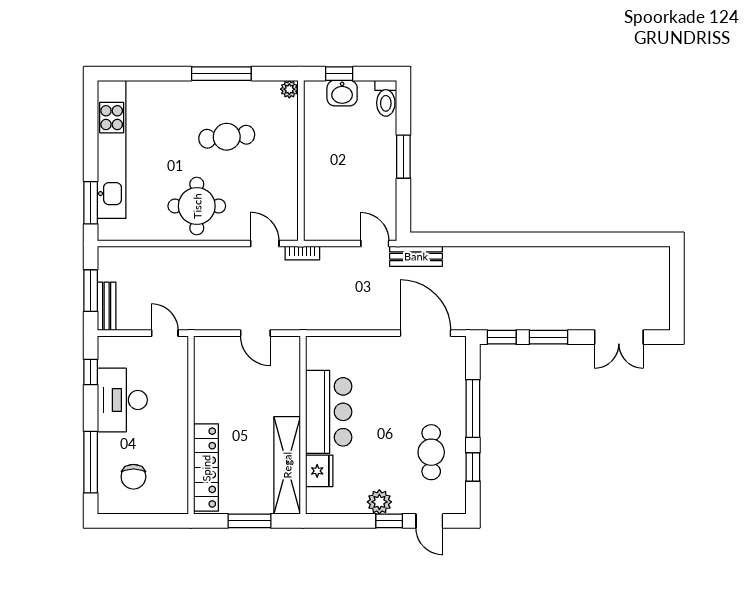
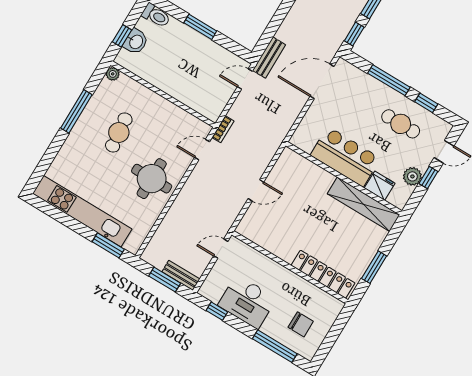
bar counter: (329, 412) -> (345, 157), moved
wall: (303, 425) -> (344, 178), moved
shelving: (287, 465) -> (364, 204), moved
fridge: (319, 471) -> (380, 186), moved

